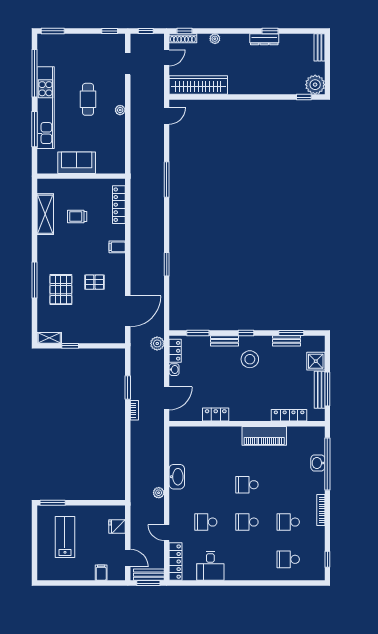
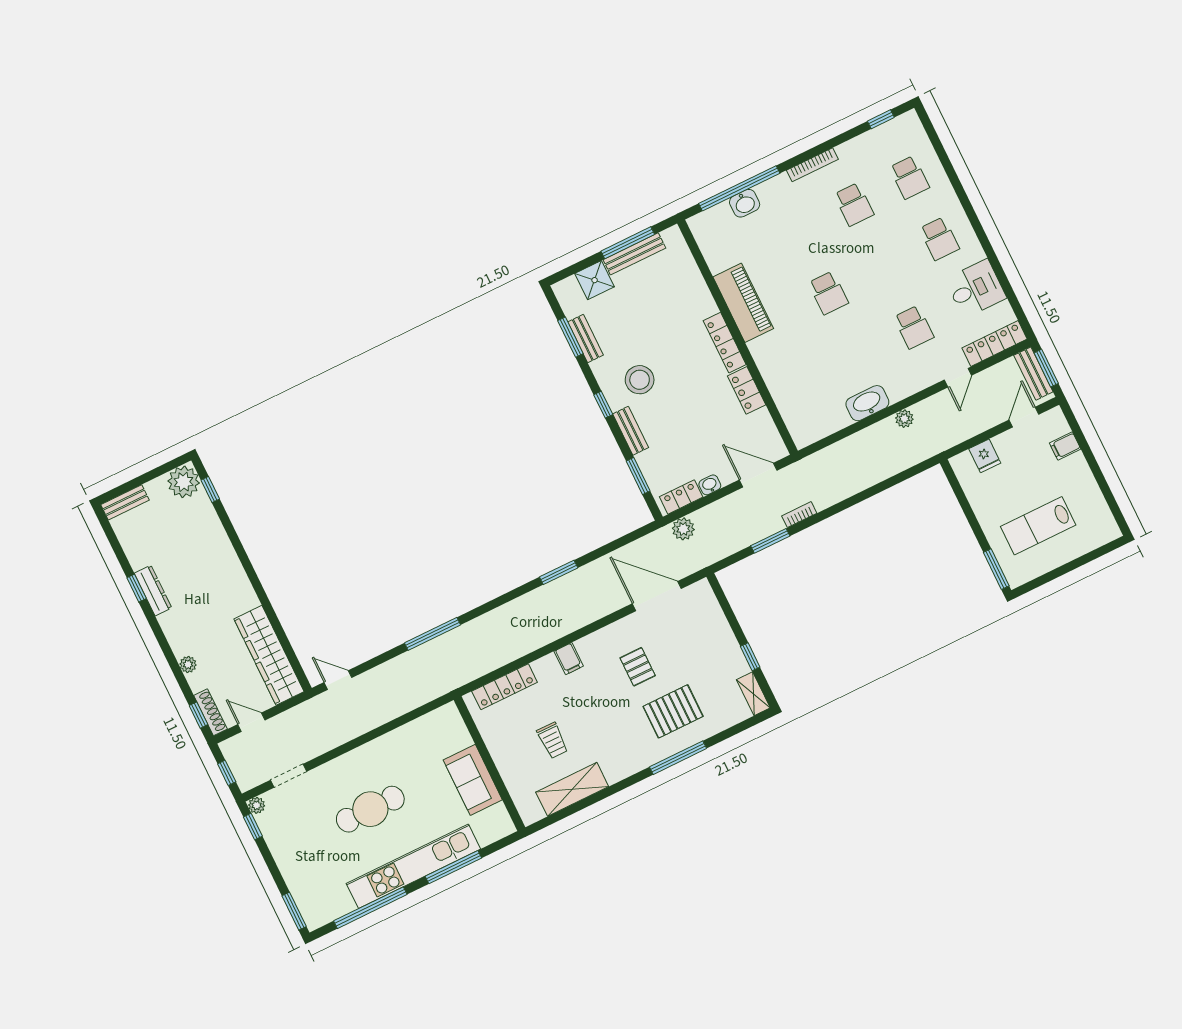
cafe table: (88, 99) -> (370, 809), width x1.37, depth x1.35
plant: (120, 110) -> (257, 805), moved
locker: (289, 415) -> (725, 343), moved
school desk: (247, 522) -> (939, 239), moved

